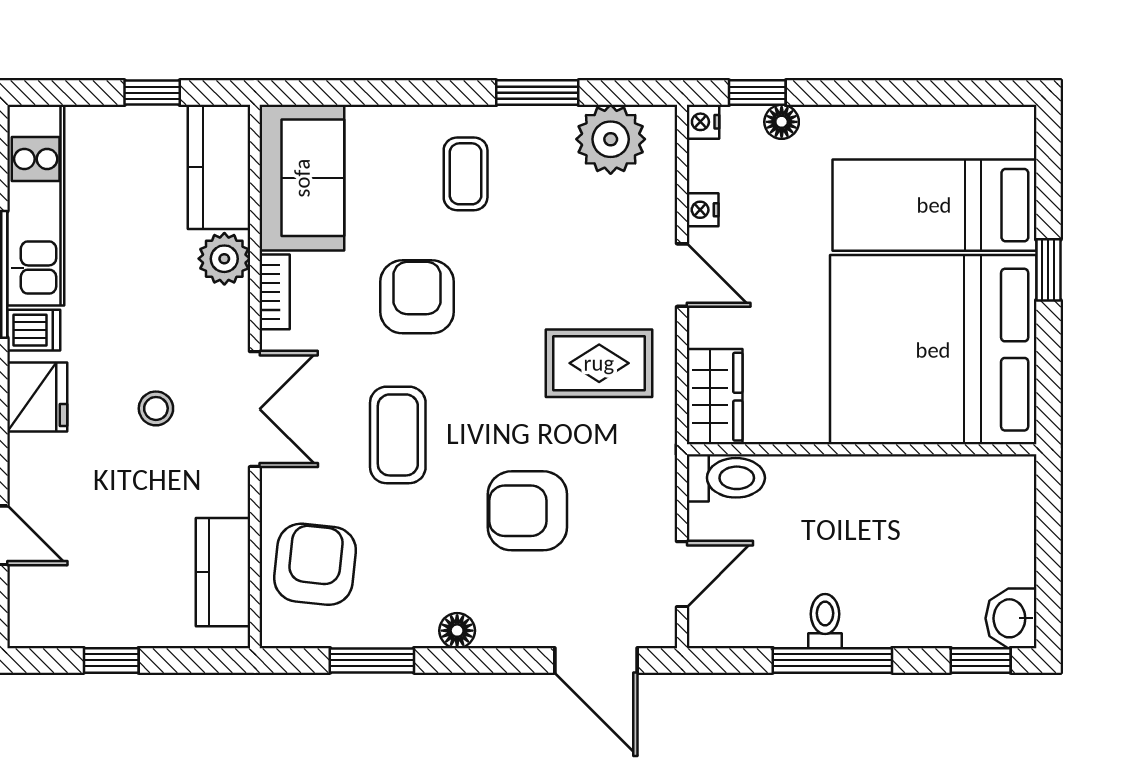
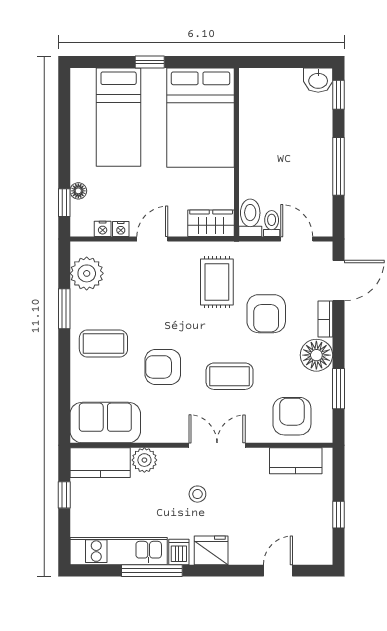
nightstand: (703, 122) -> (103, 229), moved
coffee table: (466, 174) -> (103, 344), width x1.36, depth x1.30
bookcase: (275, 292) -> (325, 319), moved, turned -90
bed: (933, 350) -> (201, 118), width x0.73
rug: (599, 363) -> (217, 282), moved
stool: (156, 408) -> (197, 494), moved
armchair: (315, 564) -> (292, 416), turned 84
toilet: (825, 621) -> (272, 224), moved, turned 90
floor lamp: (457, 631) -> (316, 355), width x1.89, depth x1.89

